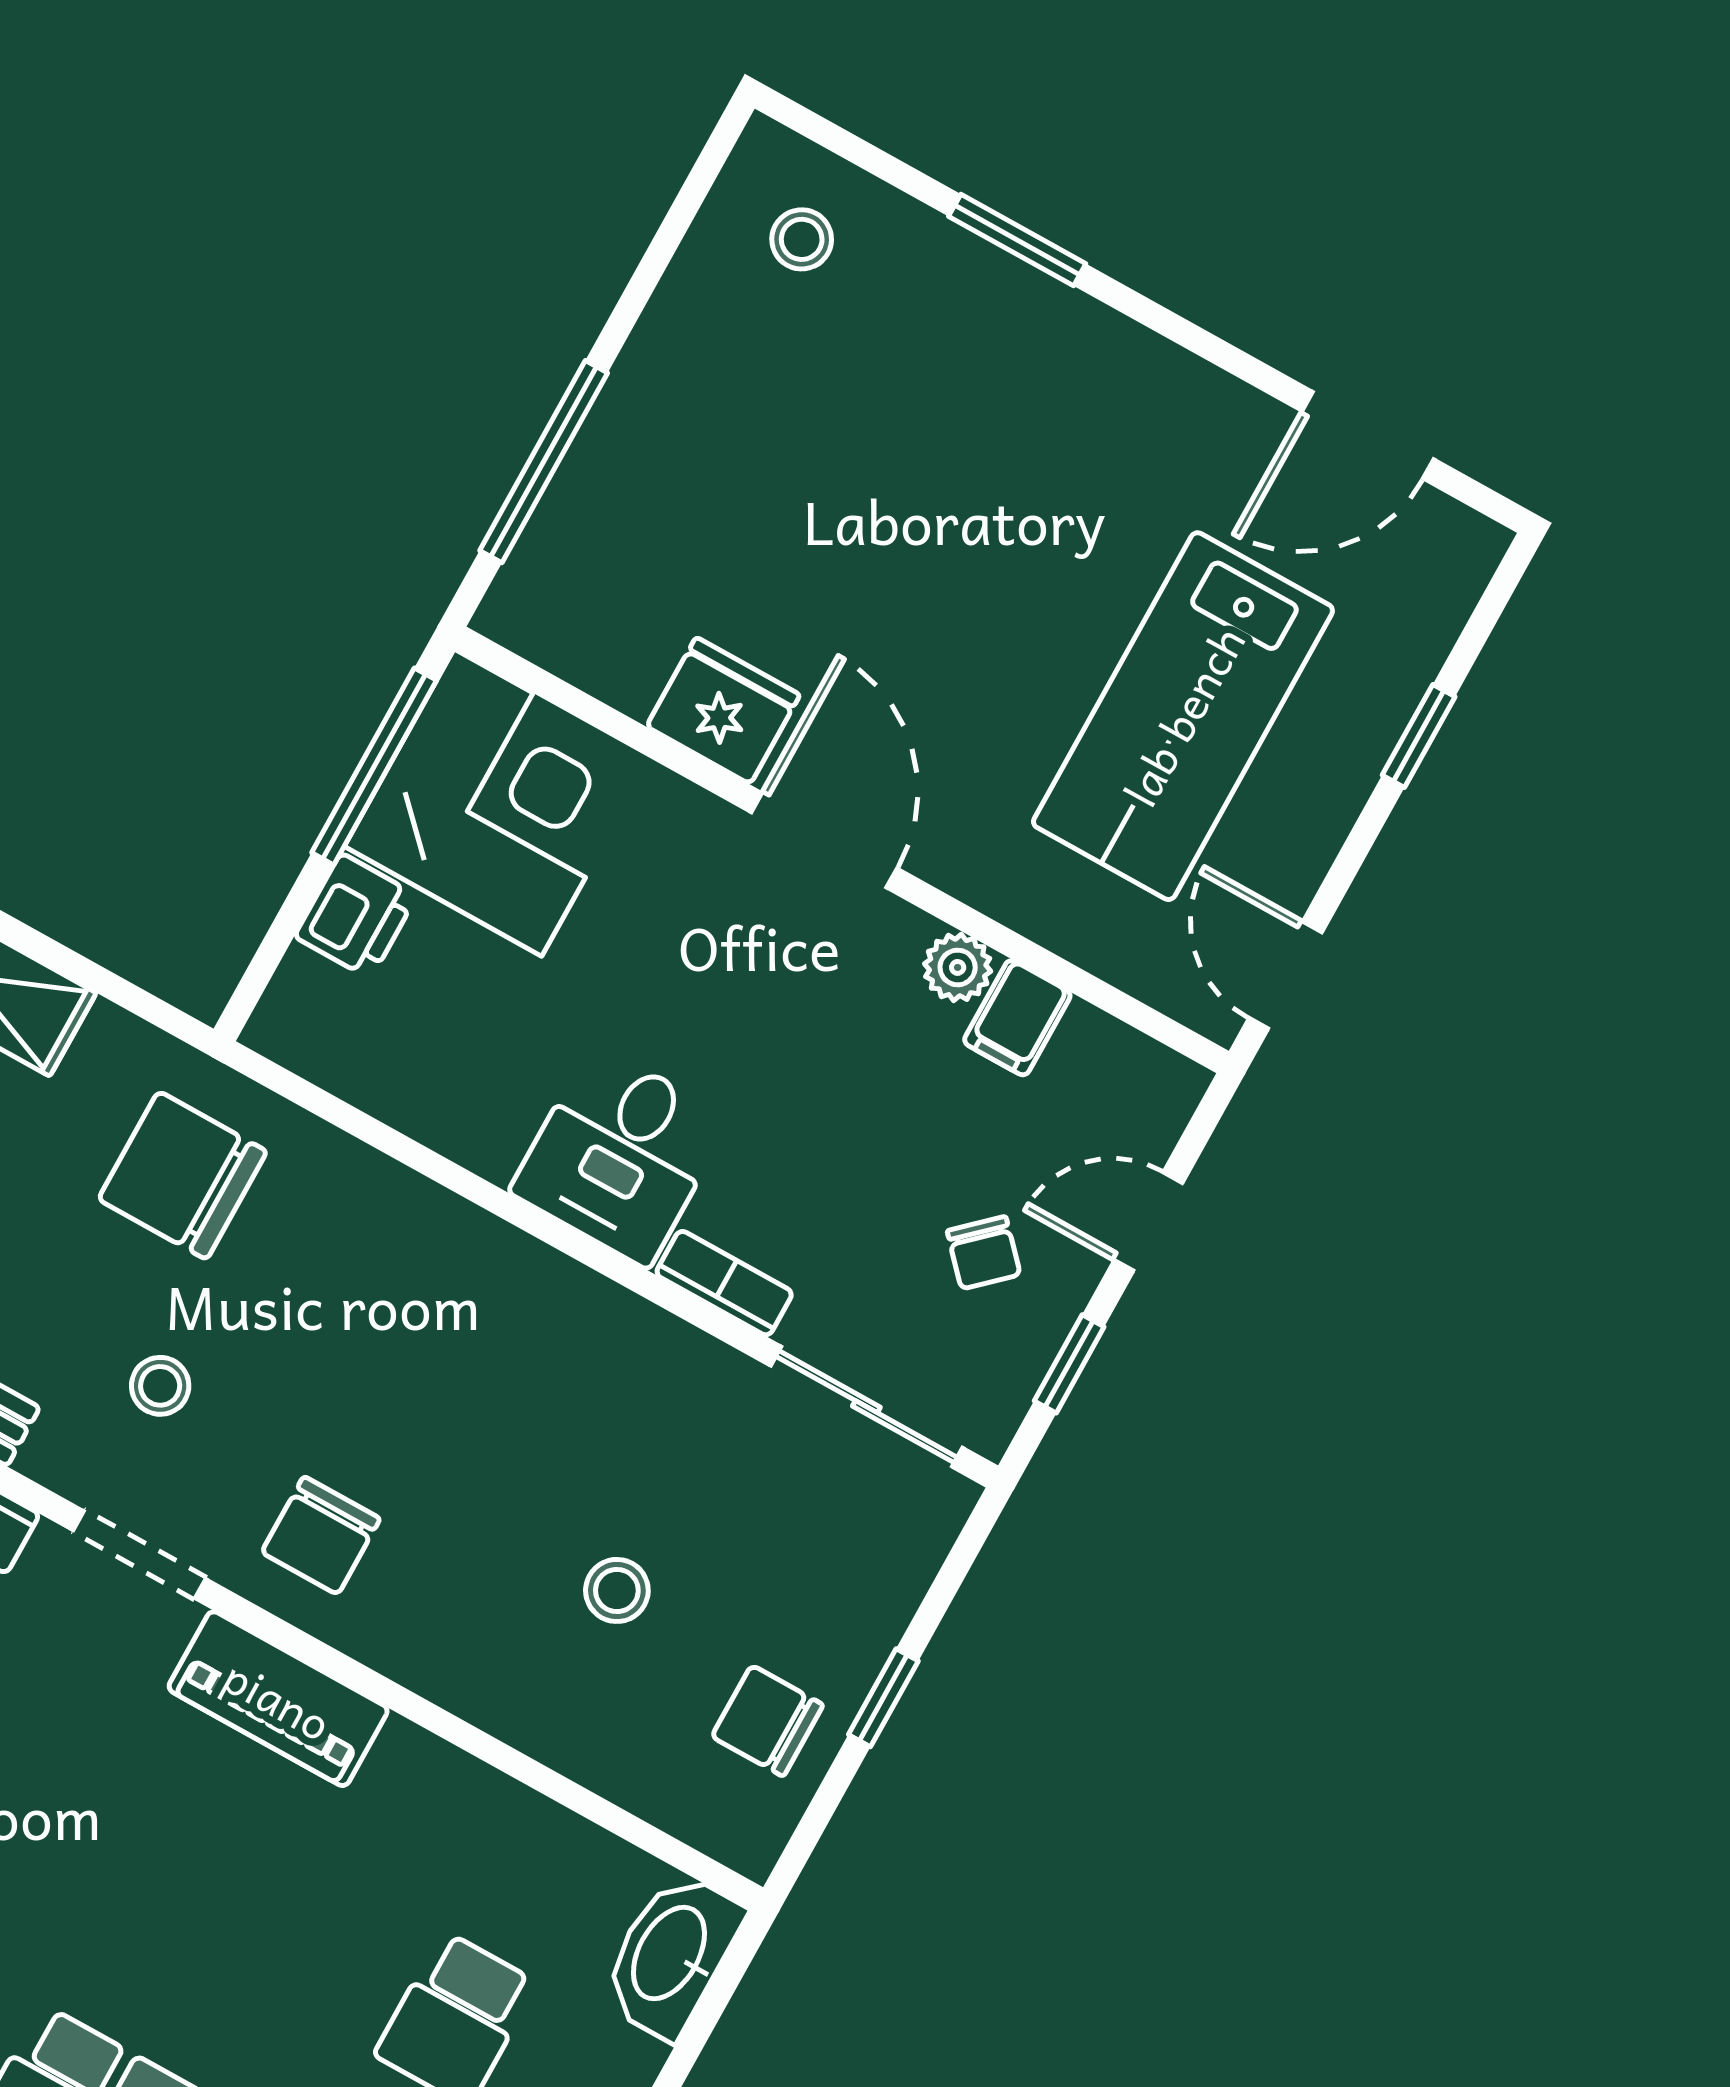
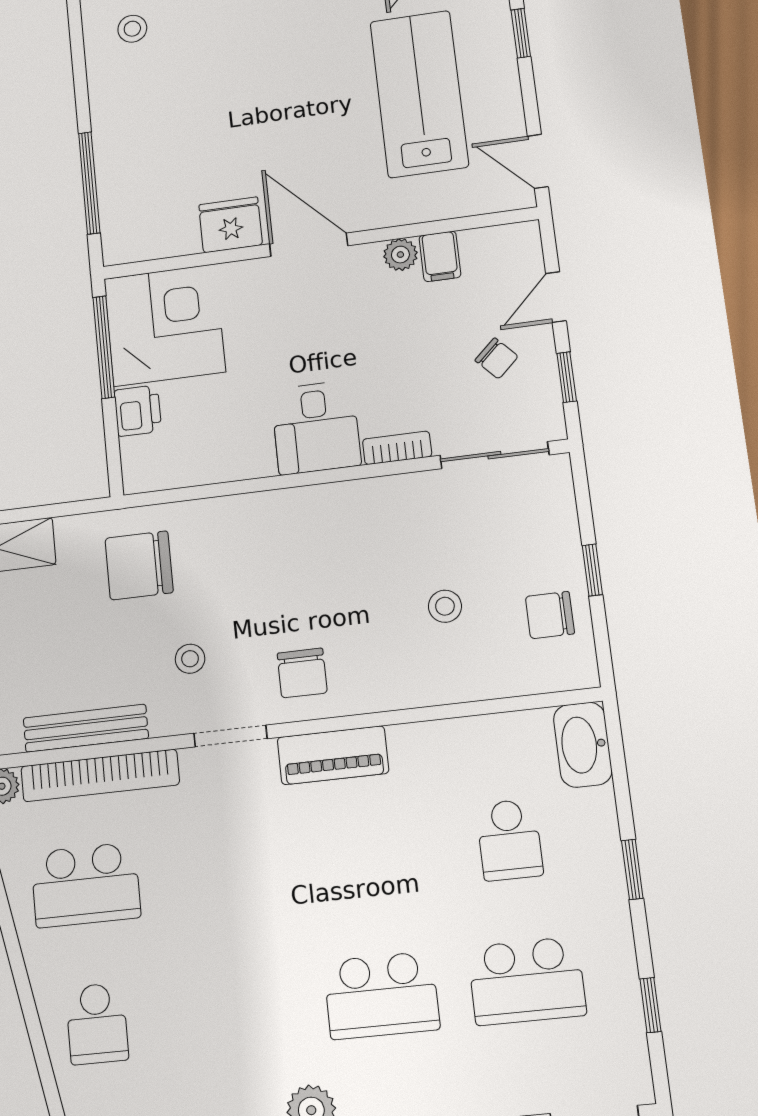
lab bench: (1183, 716) -> (419, 94), turned 180

